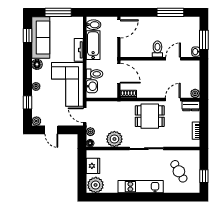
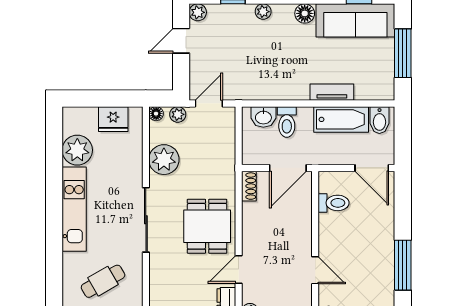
toilet: (157, 49) -> (334, 203), moved
corner sofa: (67, 84) -> (267, 71), removed
door: (173, 99) -> (239, 270), swing flipped
plant: (96, 185) -> (77, 150), moved

